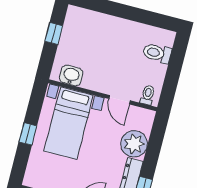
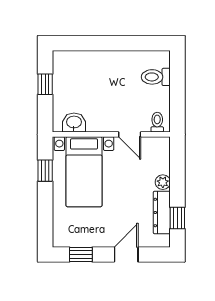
window: (28, 134) -> (45, 171), moved
plant: (134, 144) -> (163, 182), width x0.53, depth x0.53

